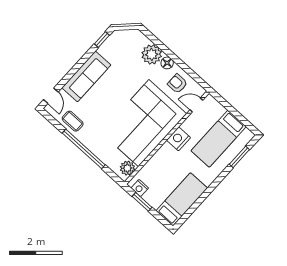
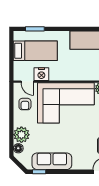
floor lamp: (167, 63) -> (18, 148), moved
sofa: (86, 76) -> (52, 161), moved
nightstand: (178, 139) -> (41, 74), moved

